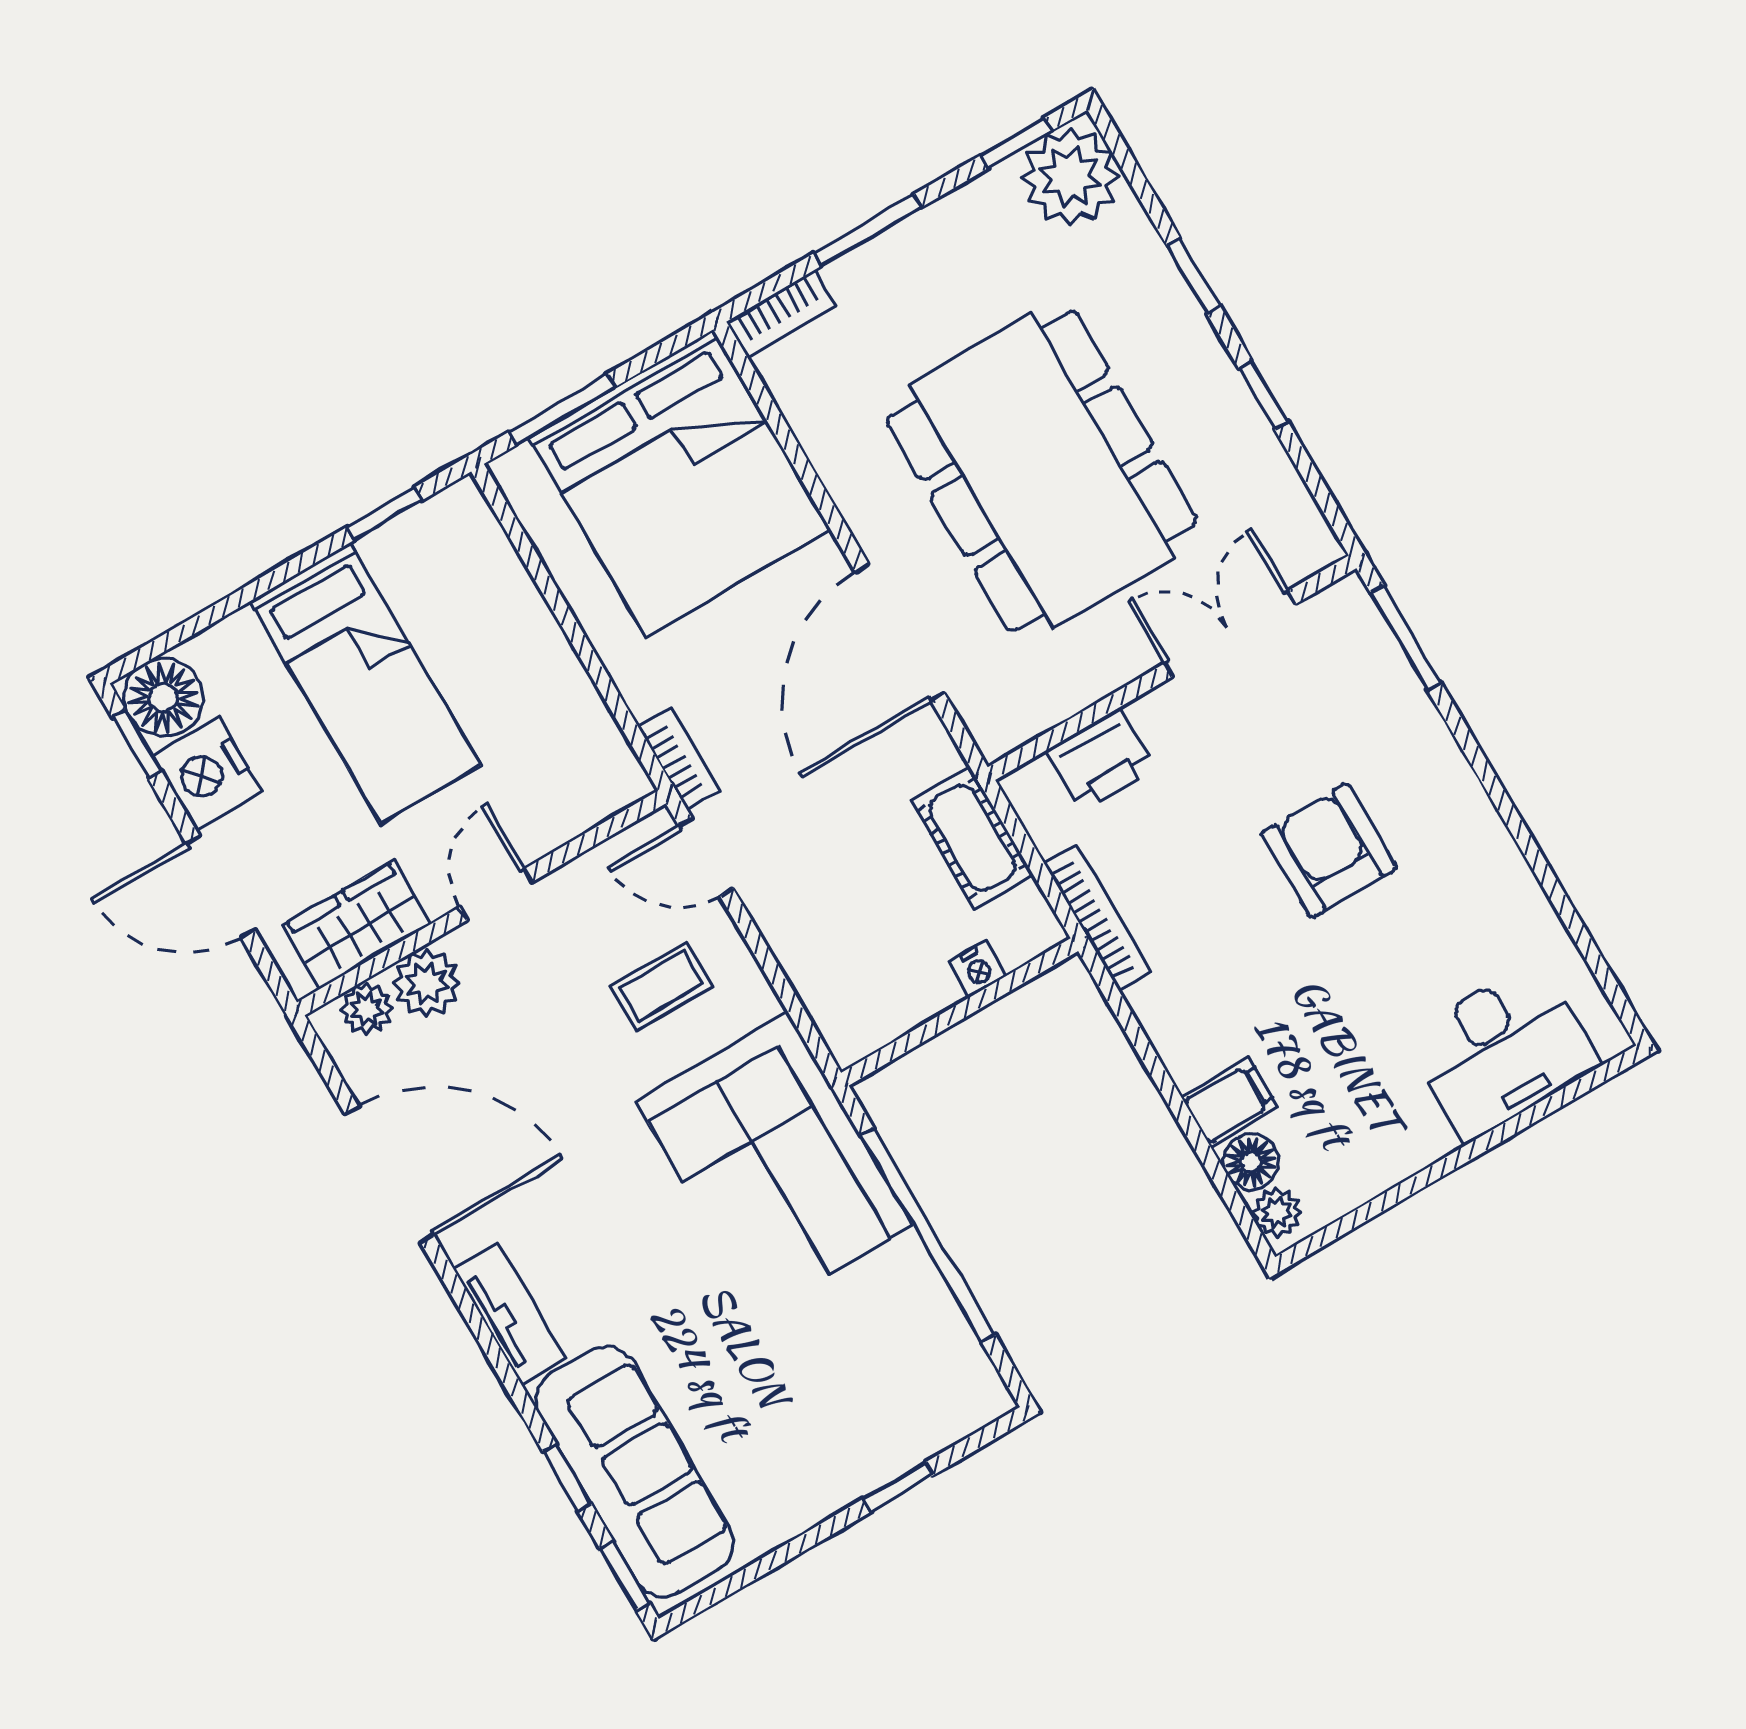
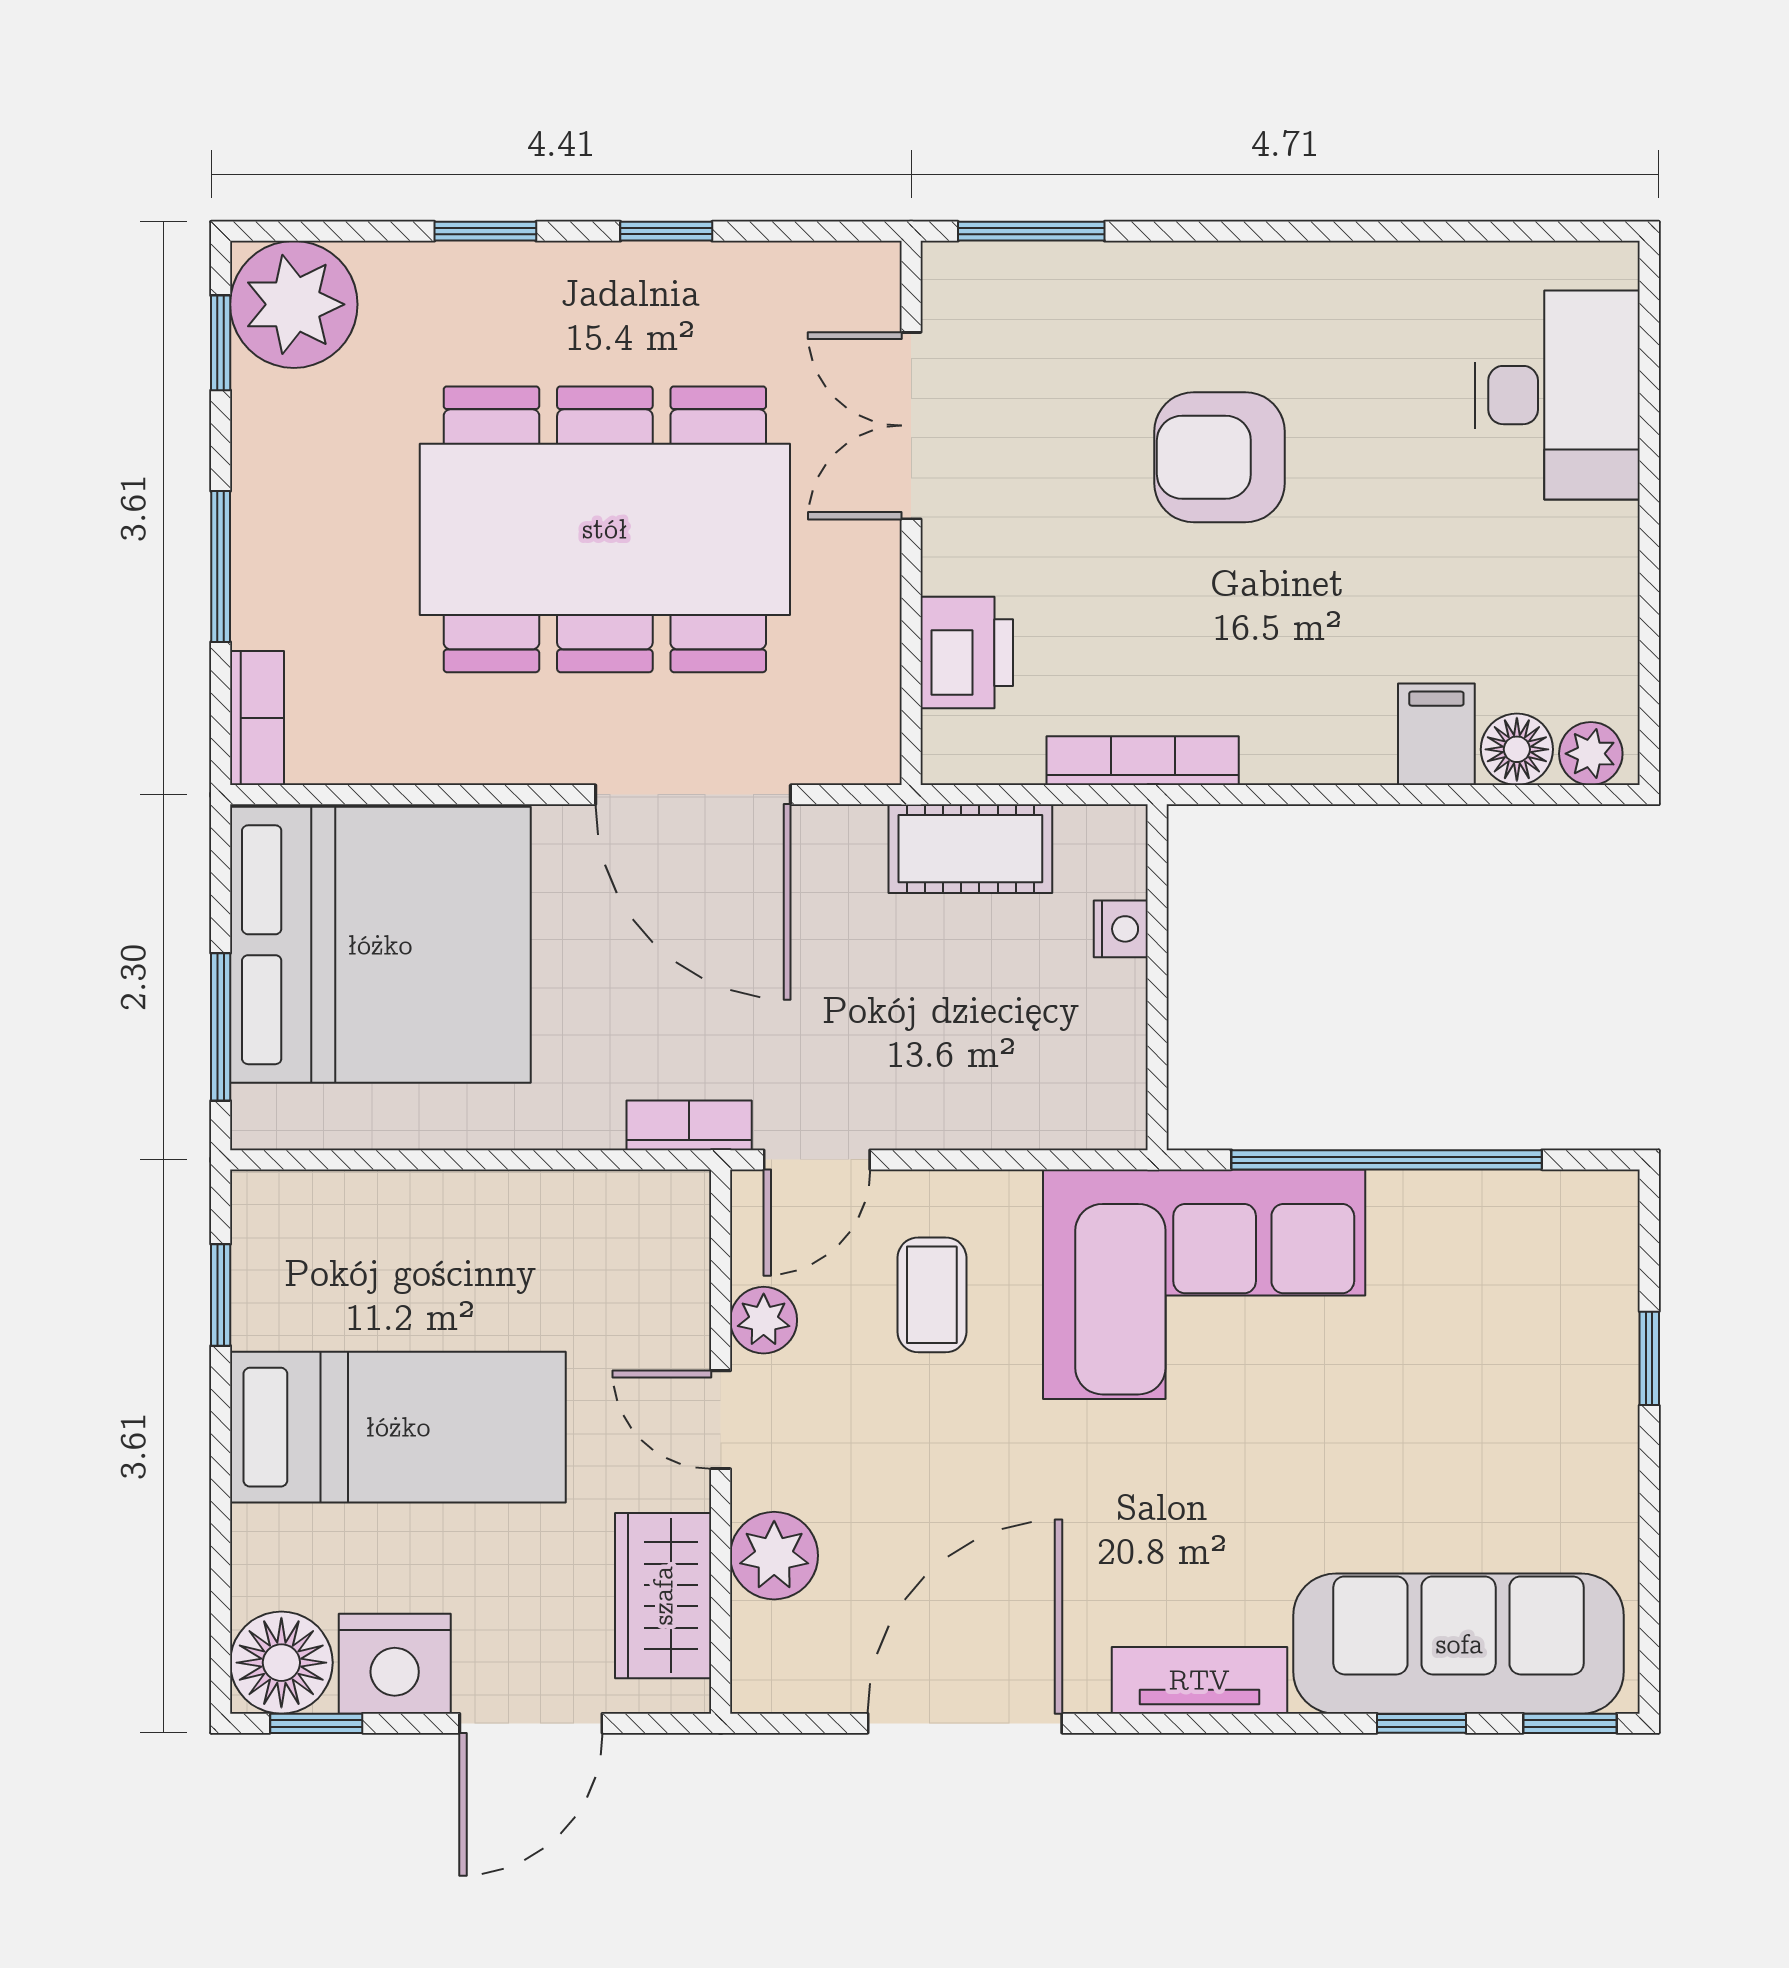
plant: (367, 1008) -> (764, 1320), moved

